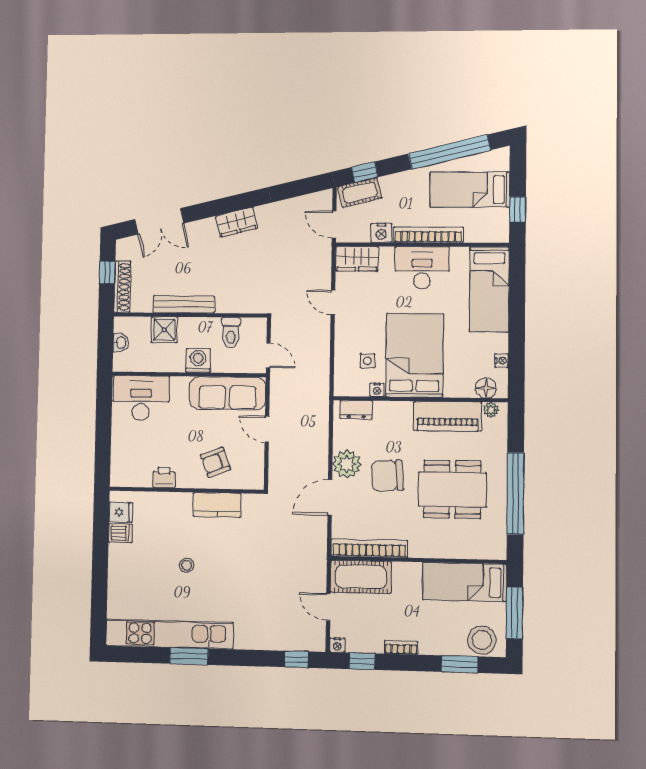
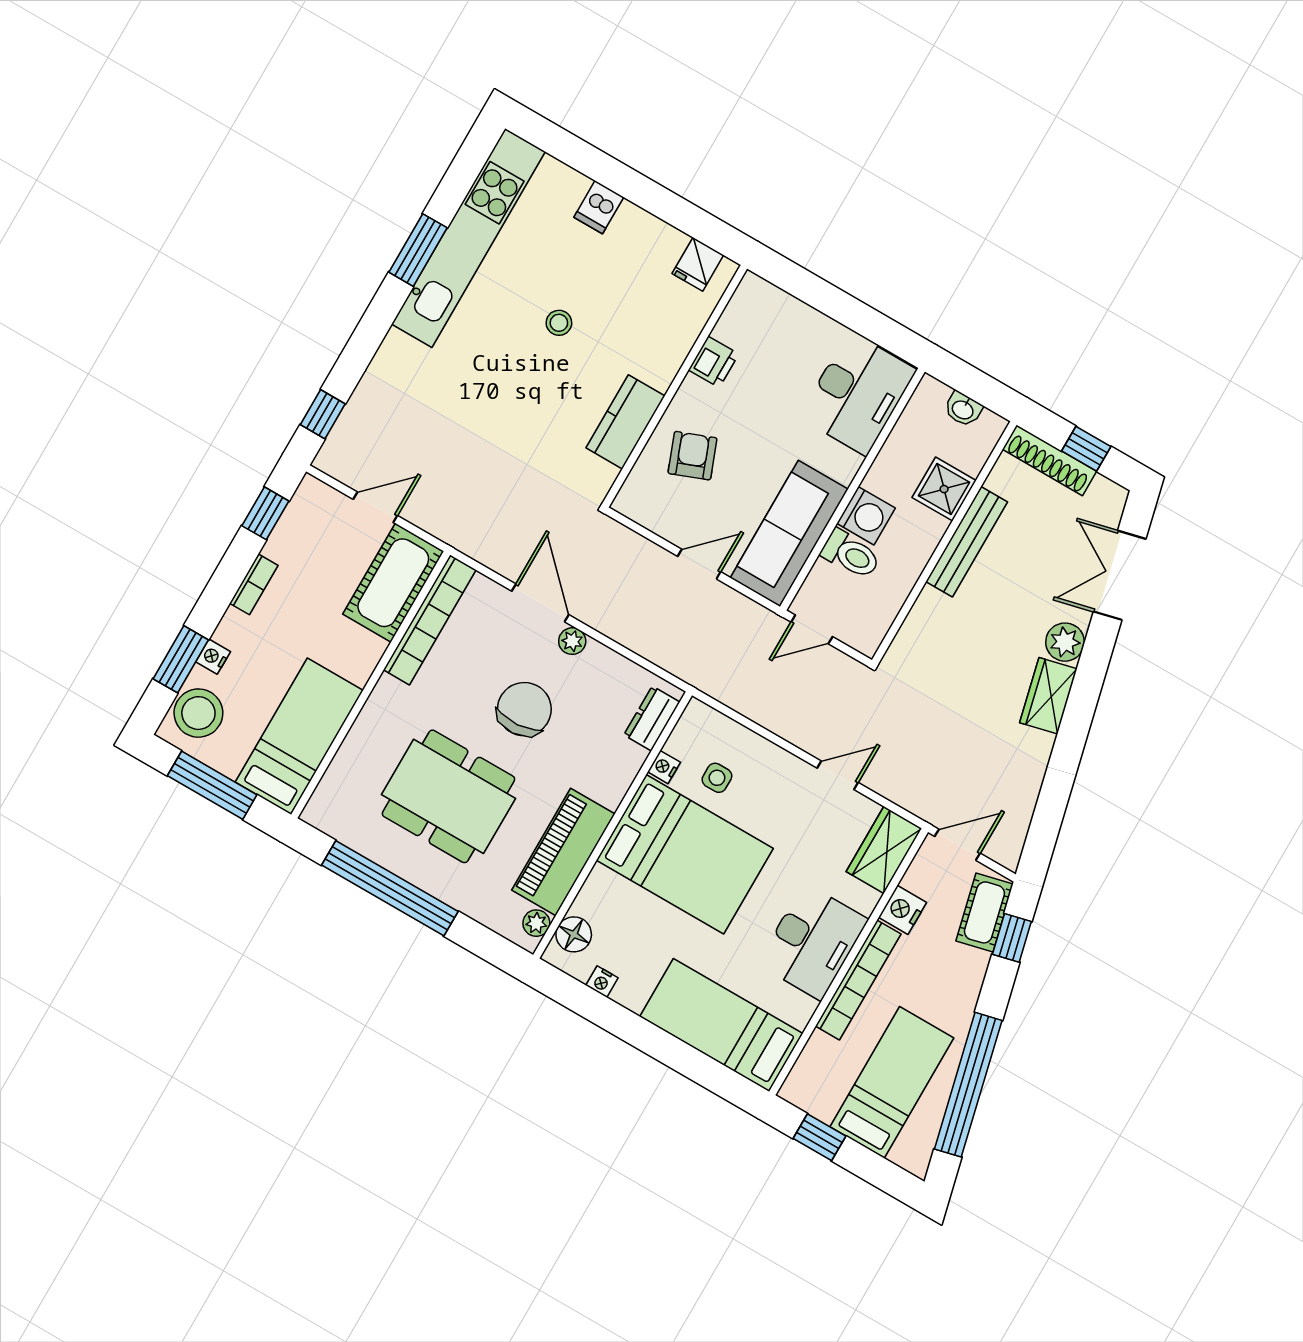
plant: (206, 229) -> (1065, 642), added
toilet: (231, 333) -> (851, 554), moved, turned 180
plant: (347, 464) -> (572, 641), width x0.53, depth x0.53
dining table: (452, 489) -> (448, 796), turned 90
dishwasher: (120, 533) -> (599, 207), moved
nightstand: (337, 645) -> (213, 657), moved

